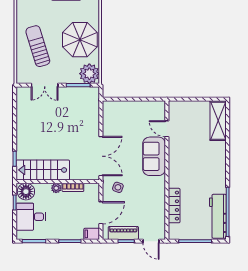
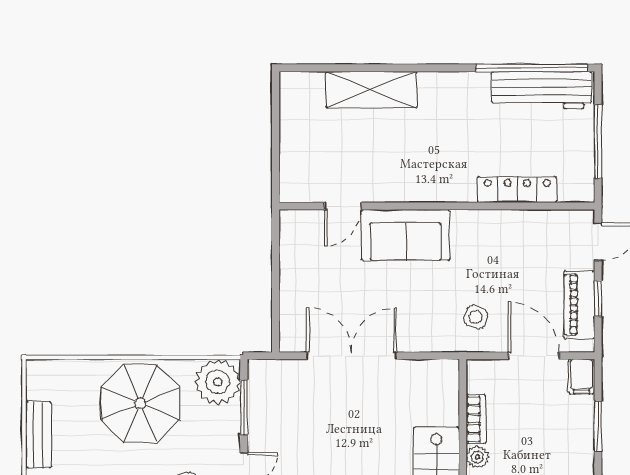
shelving: (218, 121) -> (371, 89), moved
double door: (101, 156) -> (351, 356), moved

